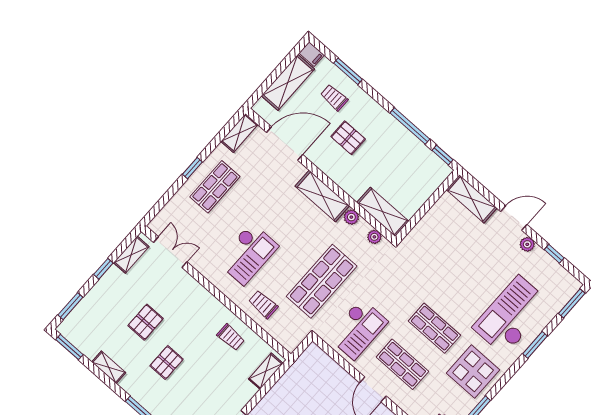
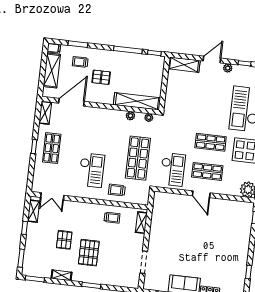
shelving: (322, 196) -> (109, 115), removed
shelving: (383, 212) -> (137, 101), width x1.47
double door: (170, 252) -> (52, 196), swing flipped
pallet: (167, 362) -> (89, 253), width x1.50, depth x1.42

